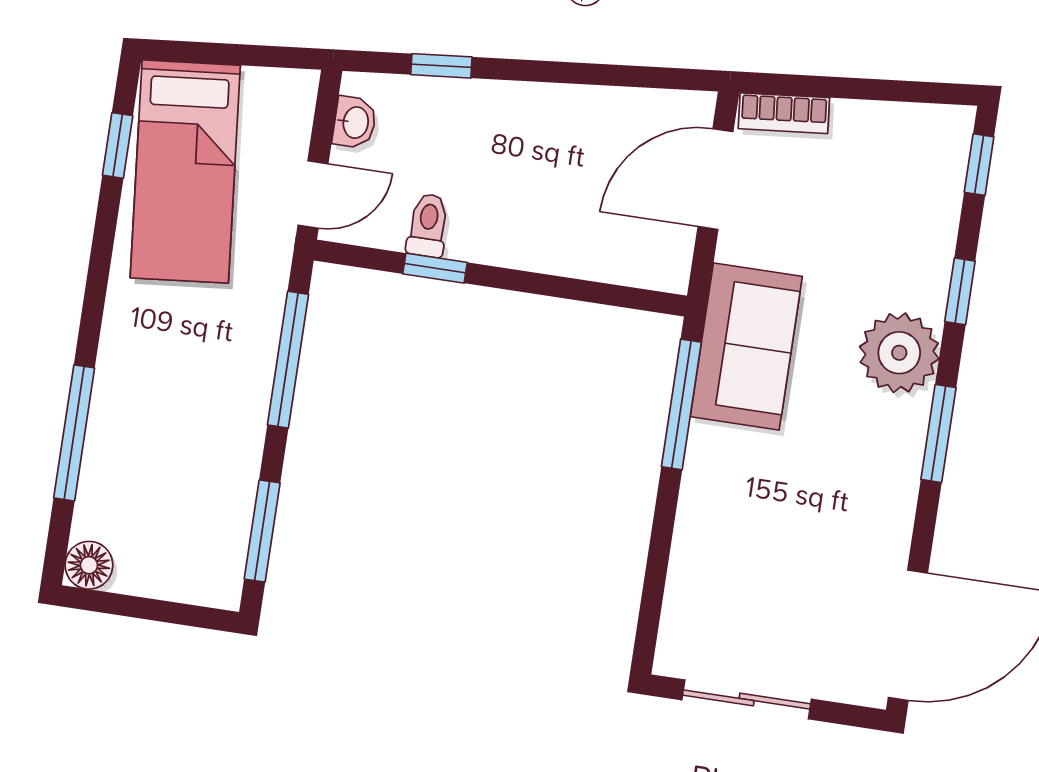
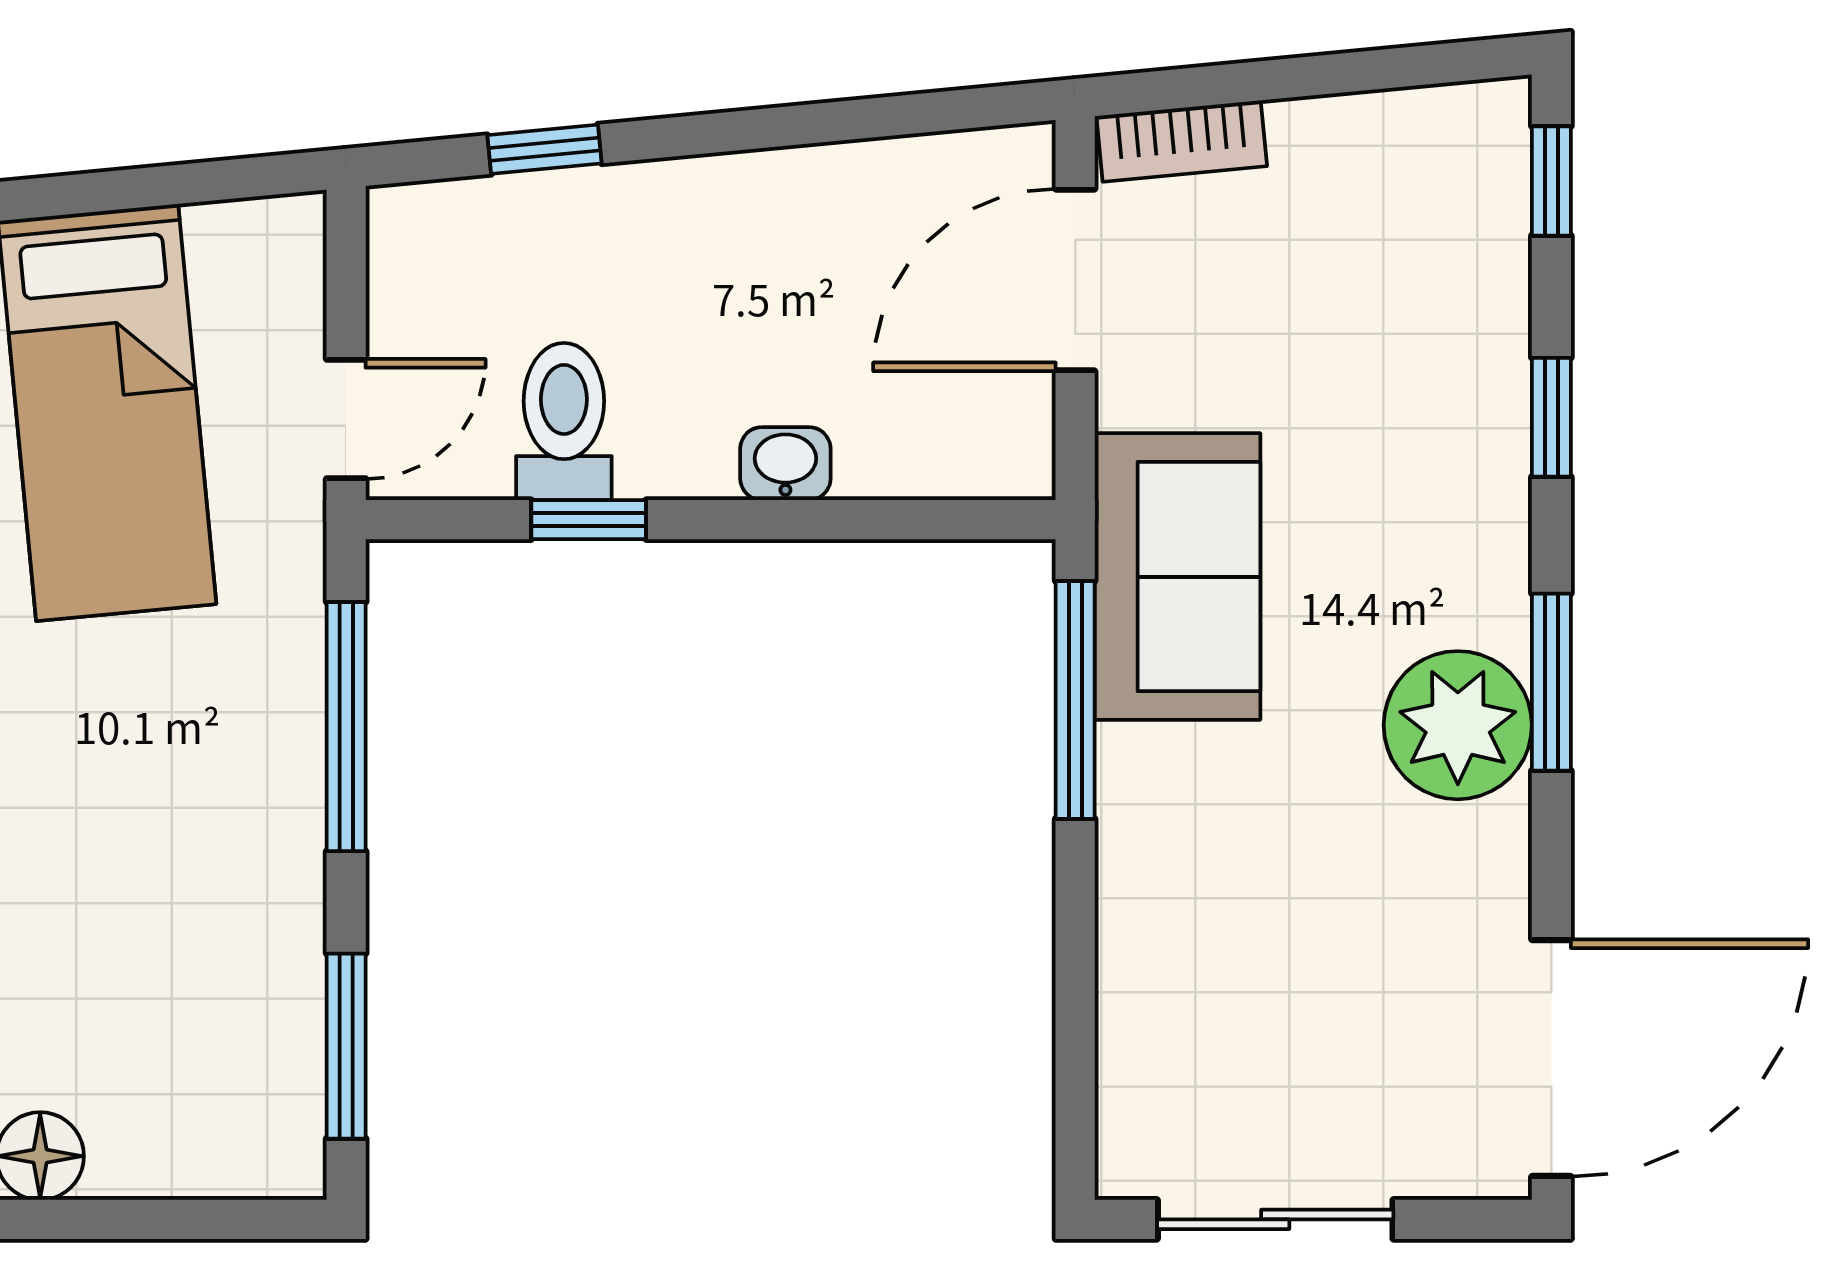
washbasin: (355, 122) -> (785, 464), moved, turned -90
toilet: (428, 225) -> (564, 421), width x1.37, depth x1.39
plant: (899, 353) -> (1458, 725), moved

